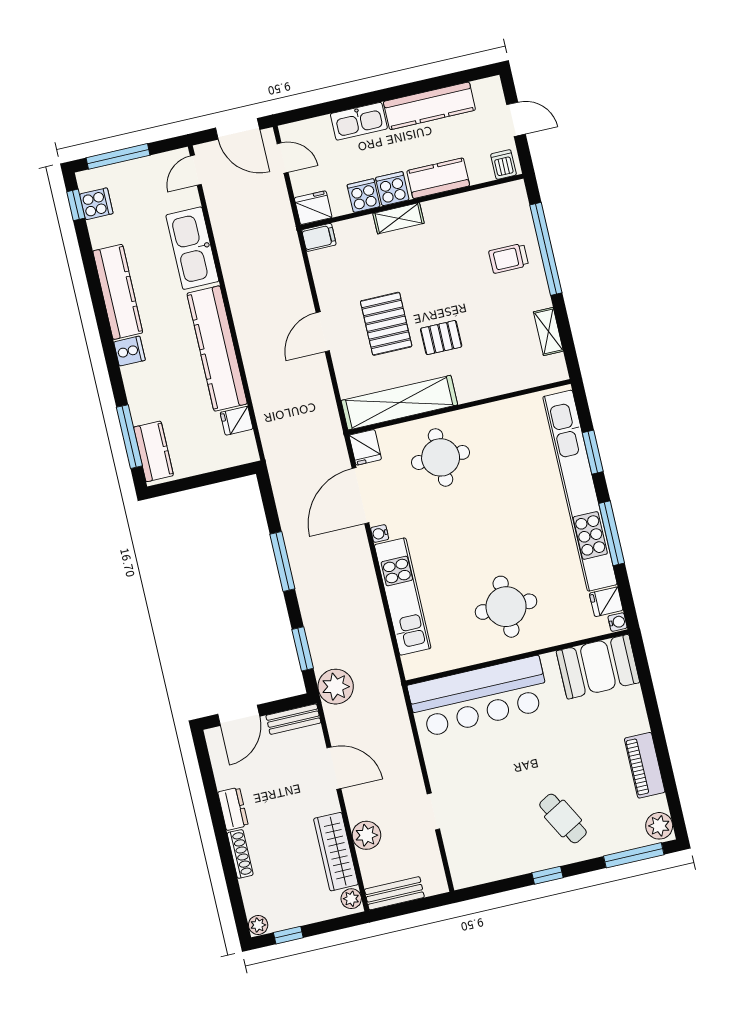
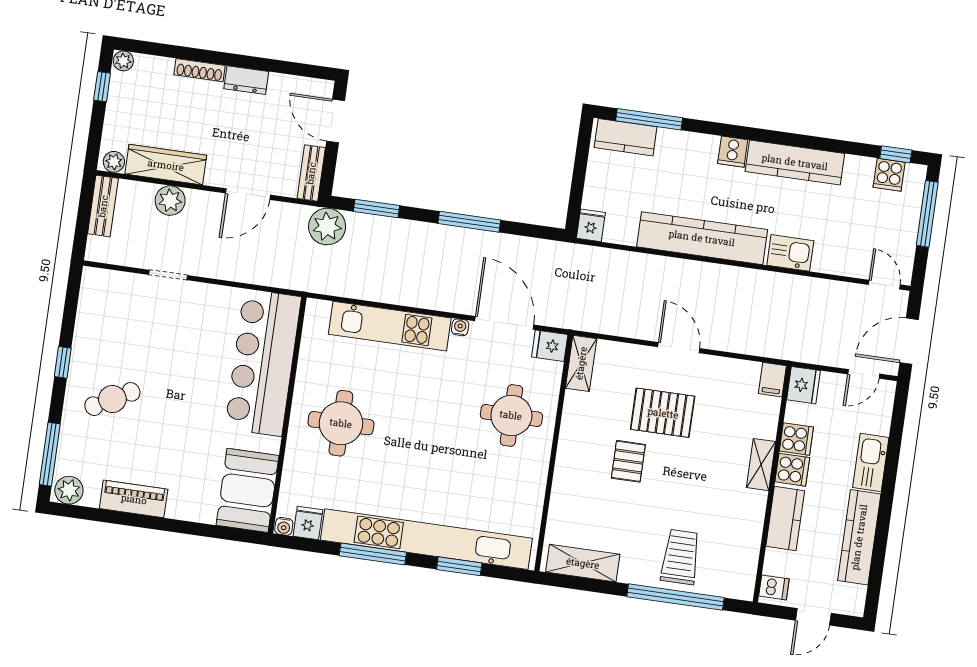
kitchen sink: (192, 248) -> (790, 253), width x0.53, depth x0.81
trolley: (509, 258) -> (680, 557), width x1.36, depth x1.39
shelving: (548, 331) -> (583, 563), width x1.50, depth x1.33
shelving: (399, 403) -> (581, 363), width x0.45, depth x0.75
fridge: (237, 421) -> (591, 225), moved

